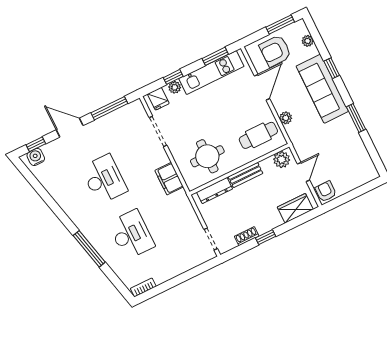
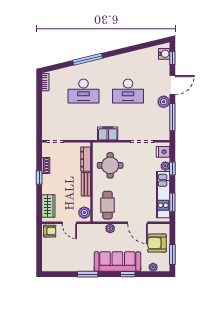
armchair: (275, 51) -> (157, 243), turned -90
plant: (96, 128) -> (164, 102), added

